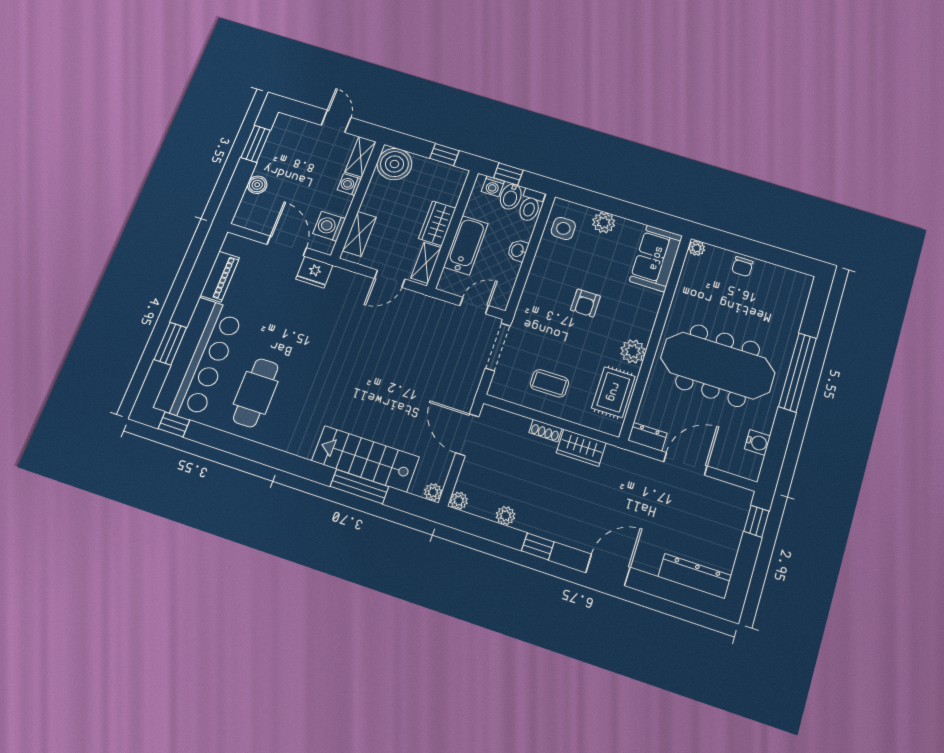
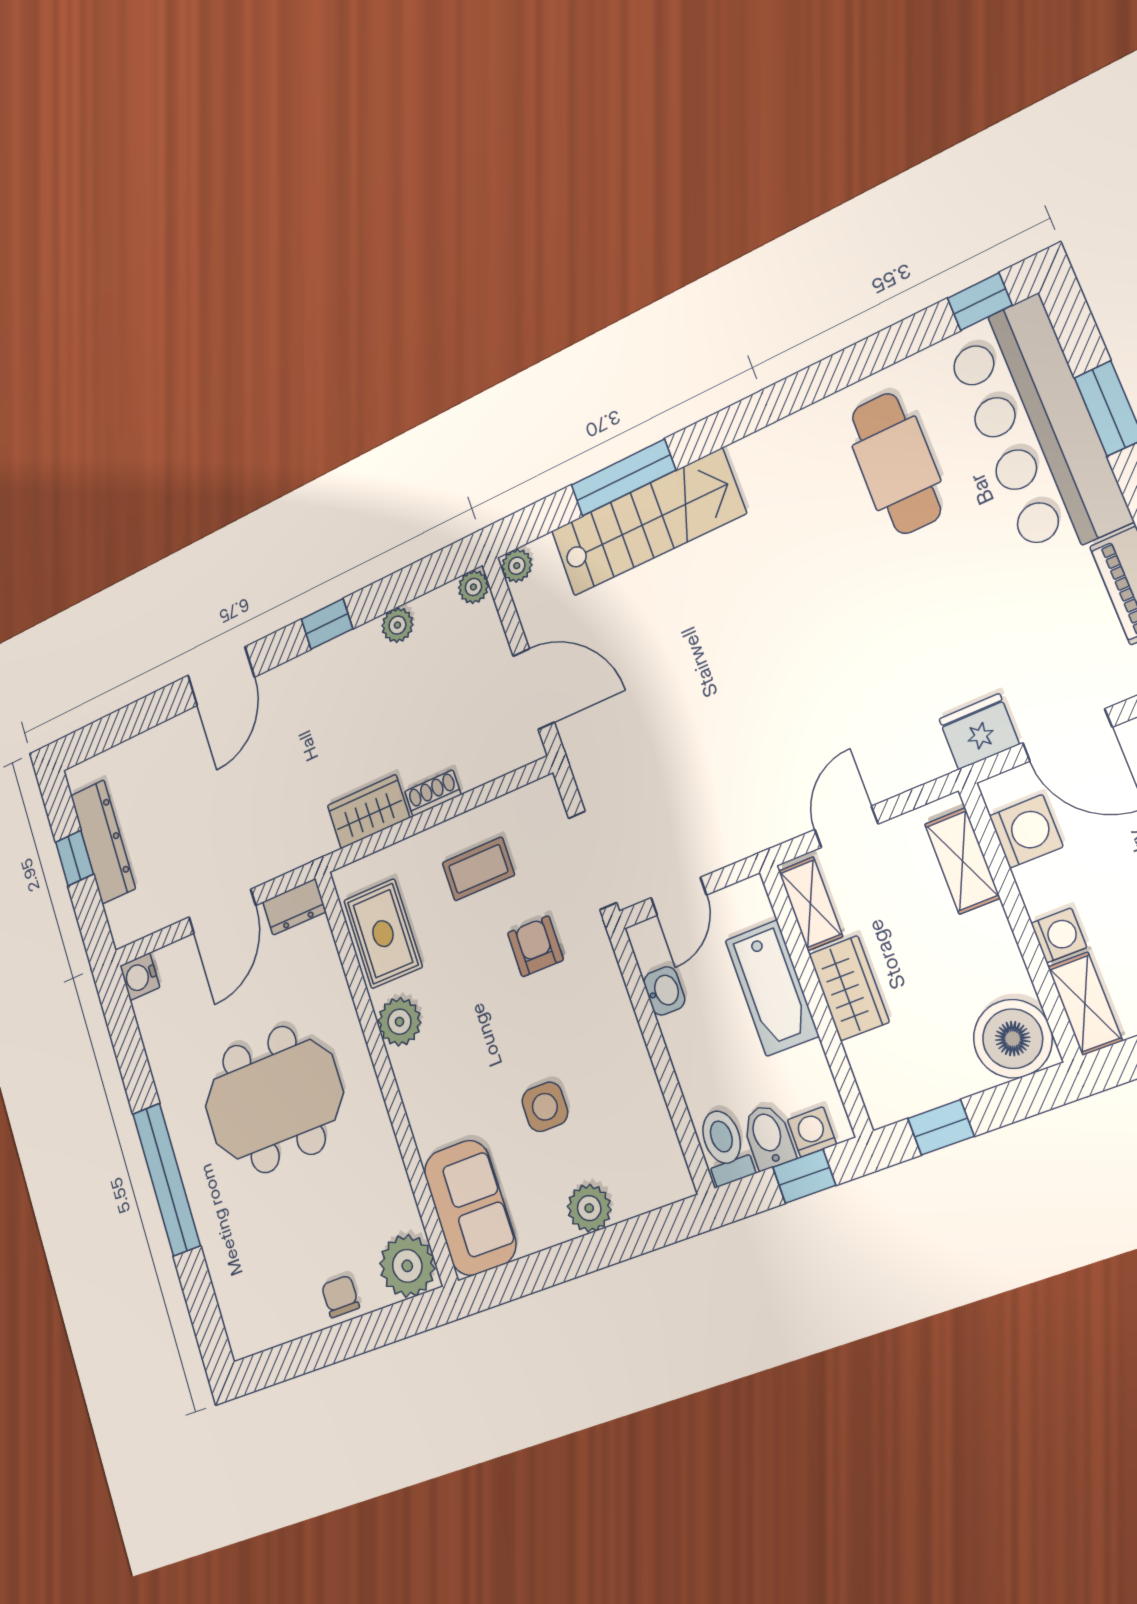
side table: (563, 228) -> (545, 1107), moved
plant: (697, 248) -> (407, 1266), width x1.88, depth x1.88
washbasin: (518, 250) -> (664, 991), moved
armchair: (585, 303) -> (535, 946), moved
meeting table: (718, 365) -> (274, 1099), width x0.73
water cooler: (757, 442) -> (140, 977), moved
window: (756, 521) -> (74, 858), moved
dresser: (695, 576) -> (103, 842), moved, turned -90

